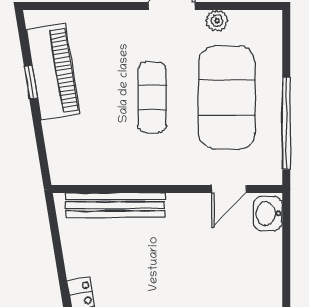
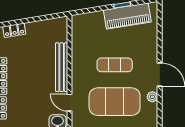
bench: (115, 205) -> (62, 67), moved

